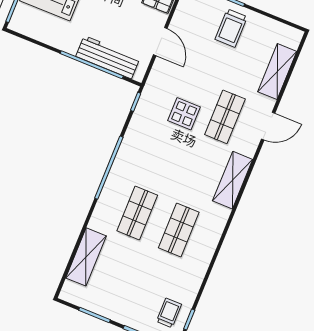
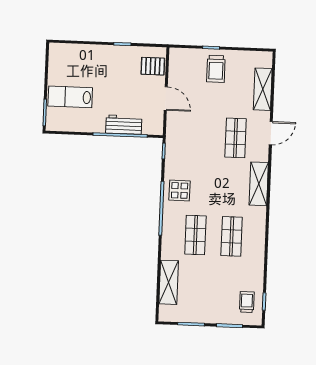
workbench: (108, 57) -> (124, 125), width x0.73
display table: (184, 114) -> (180, 190), moved

